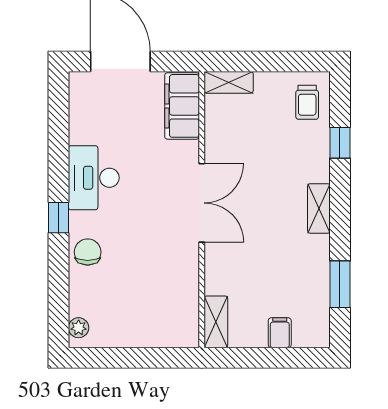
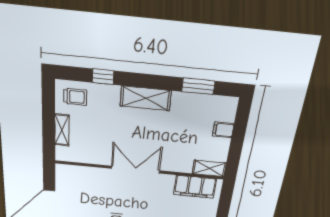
shelving: (229, 82) -> (62, 130), moved
filing cabinet: (182, 106) -> (195, 187), moved
shelving: (319, 208) -> (146, 98), width x1.50, depth x1.33

